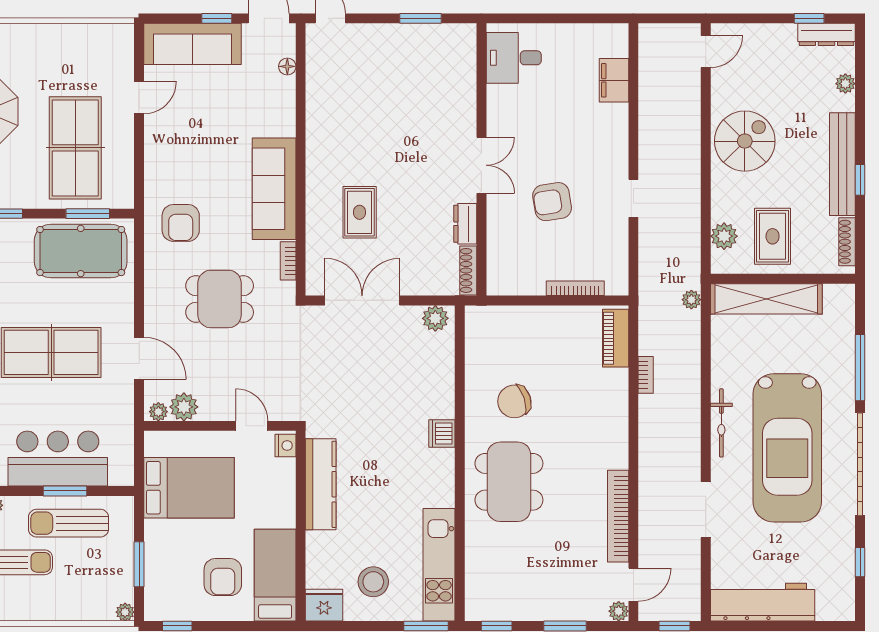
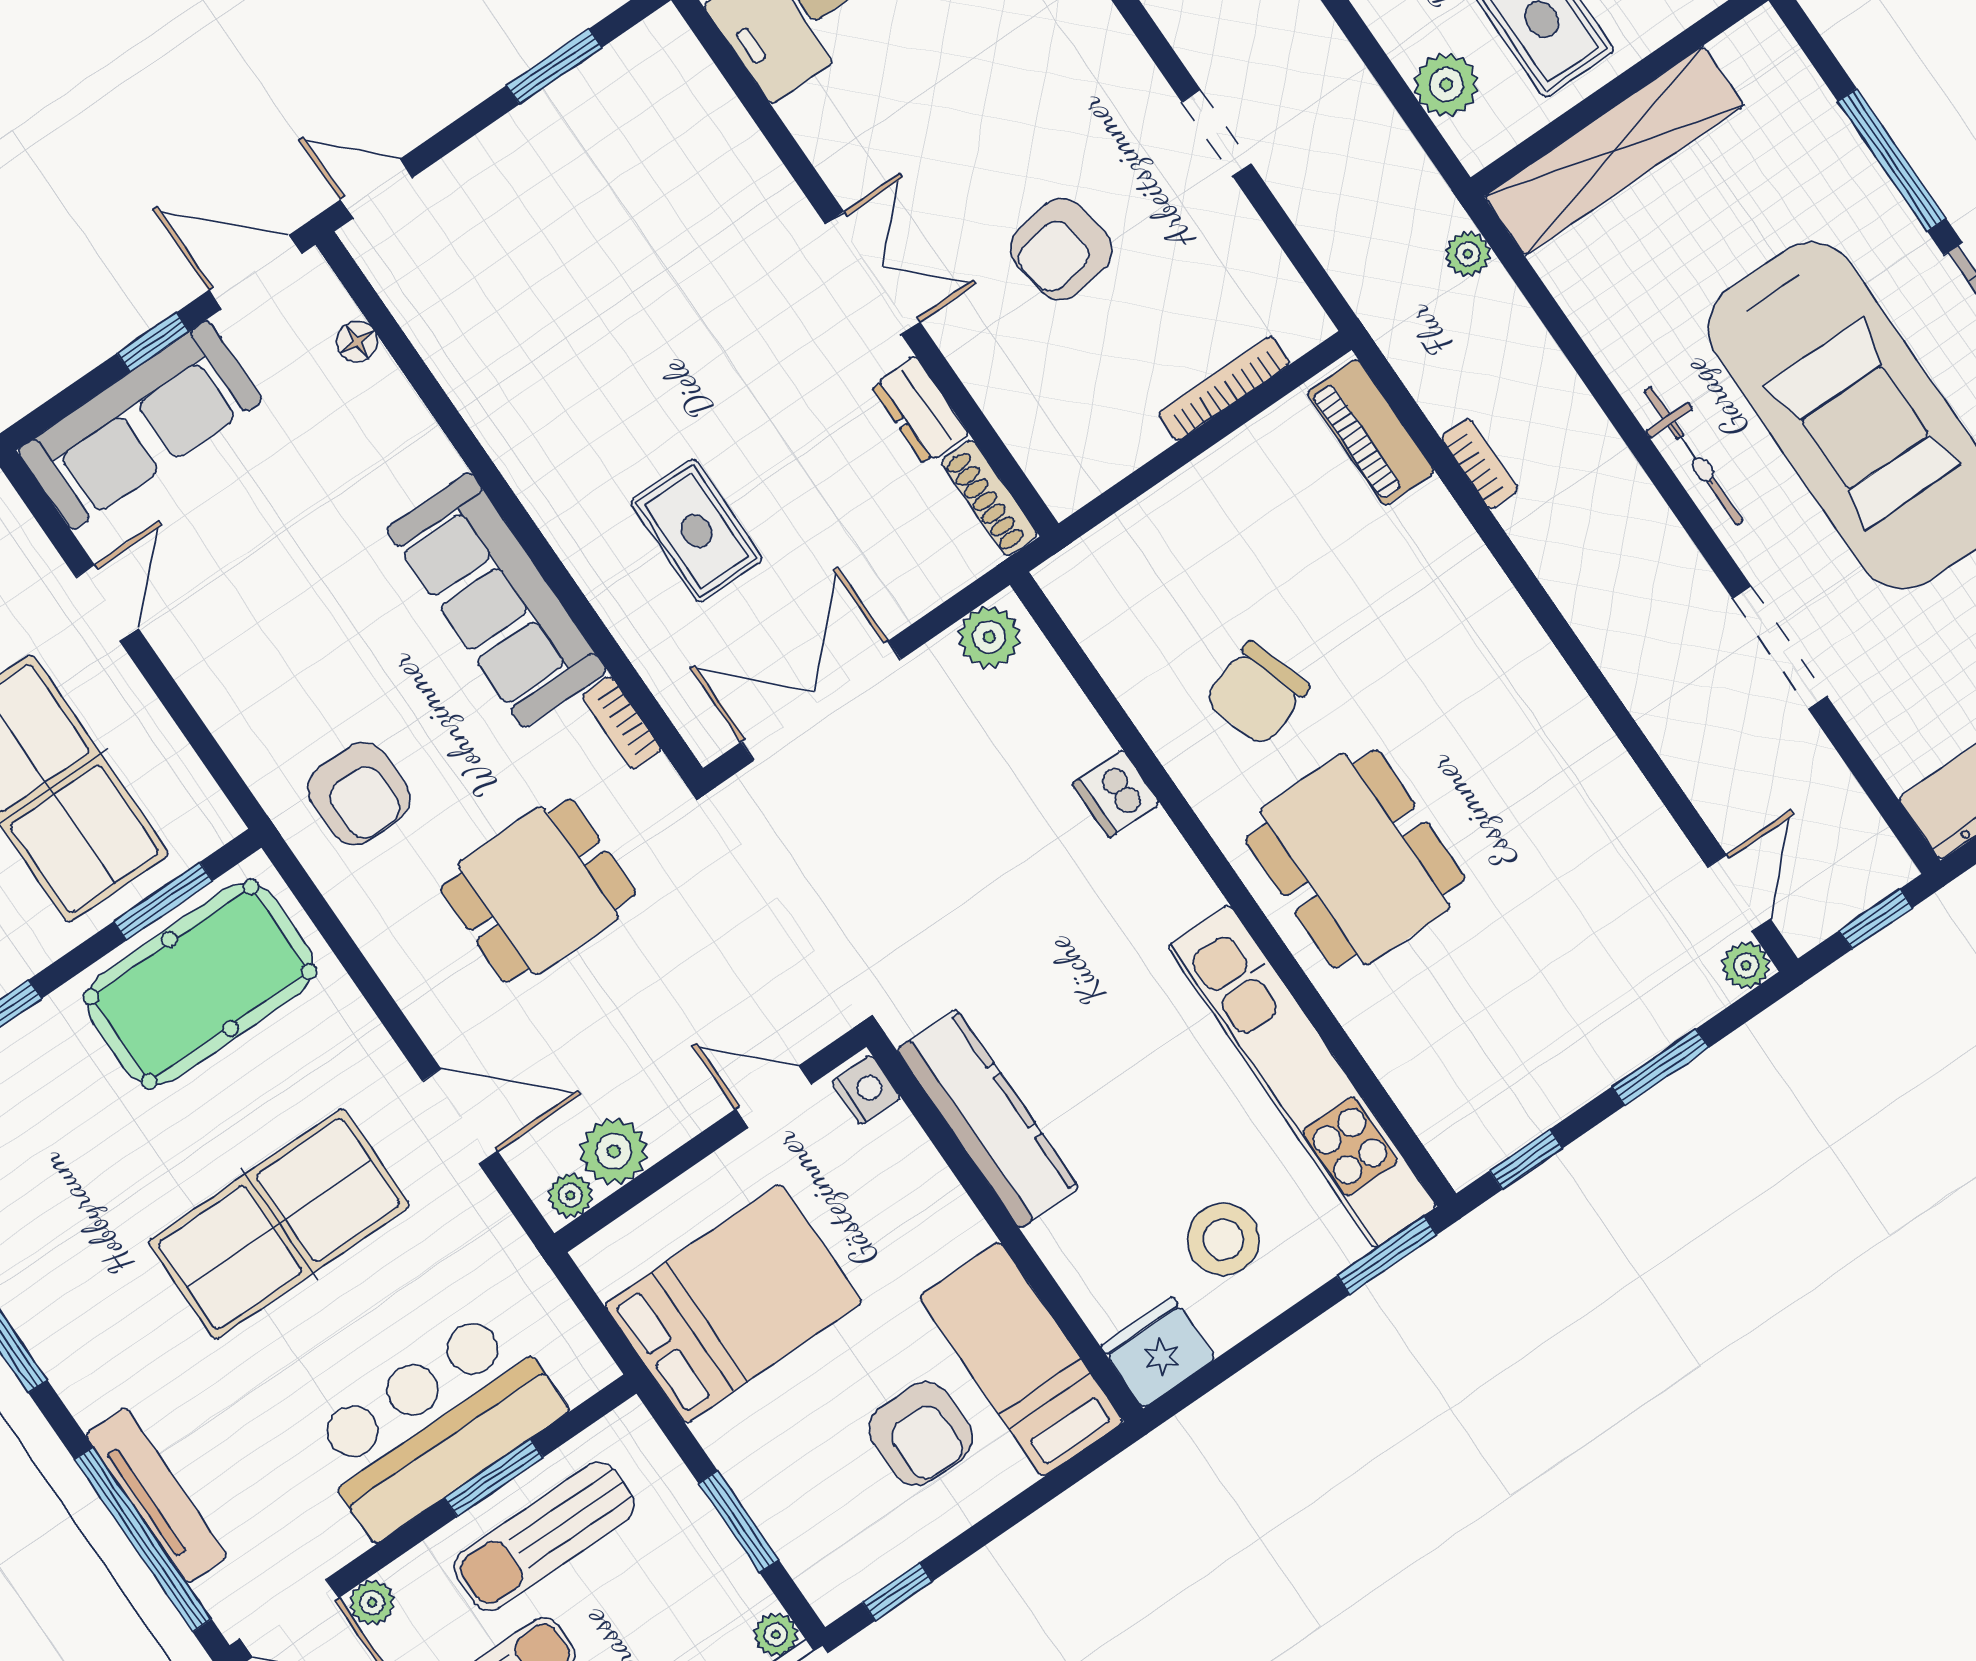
dishwasher: (442, 433) -> (1116, 794), moved
bookcase: (618, 516) -> (1616, 779), removed
kitchen unit: (439, 565) -> (1302, 1077), width x1.36

